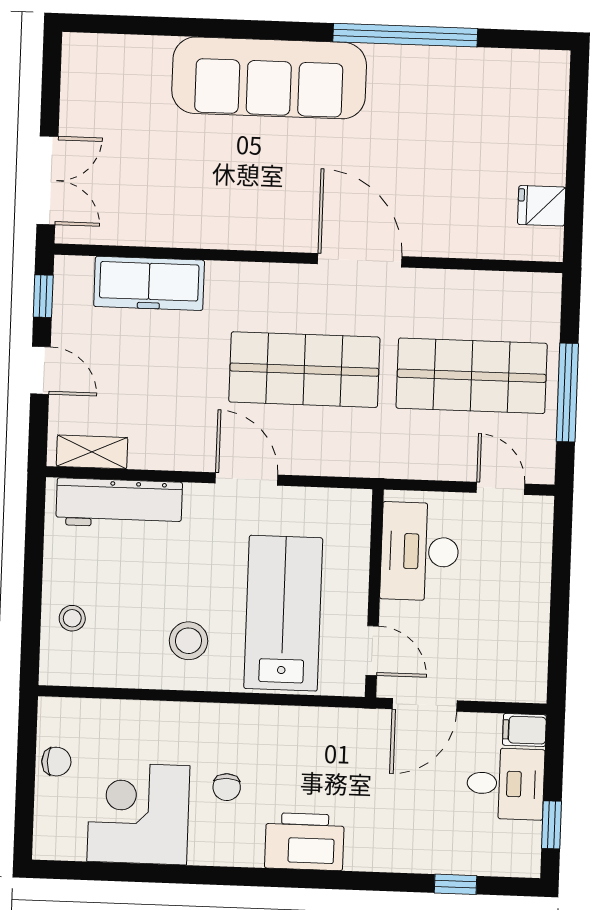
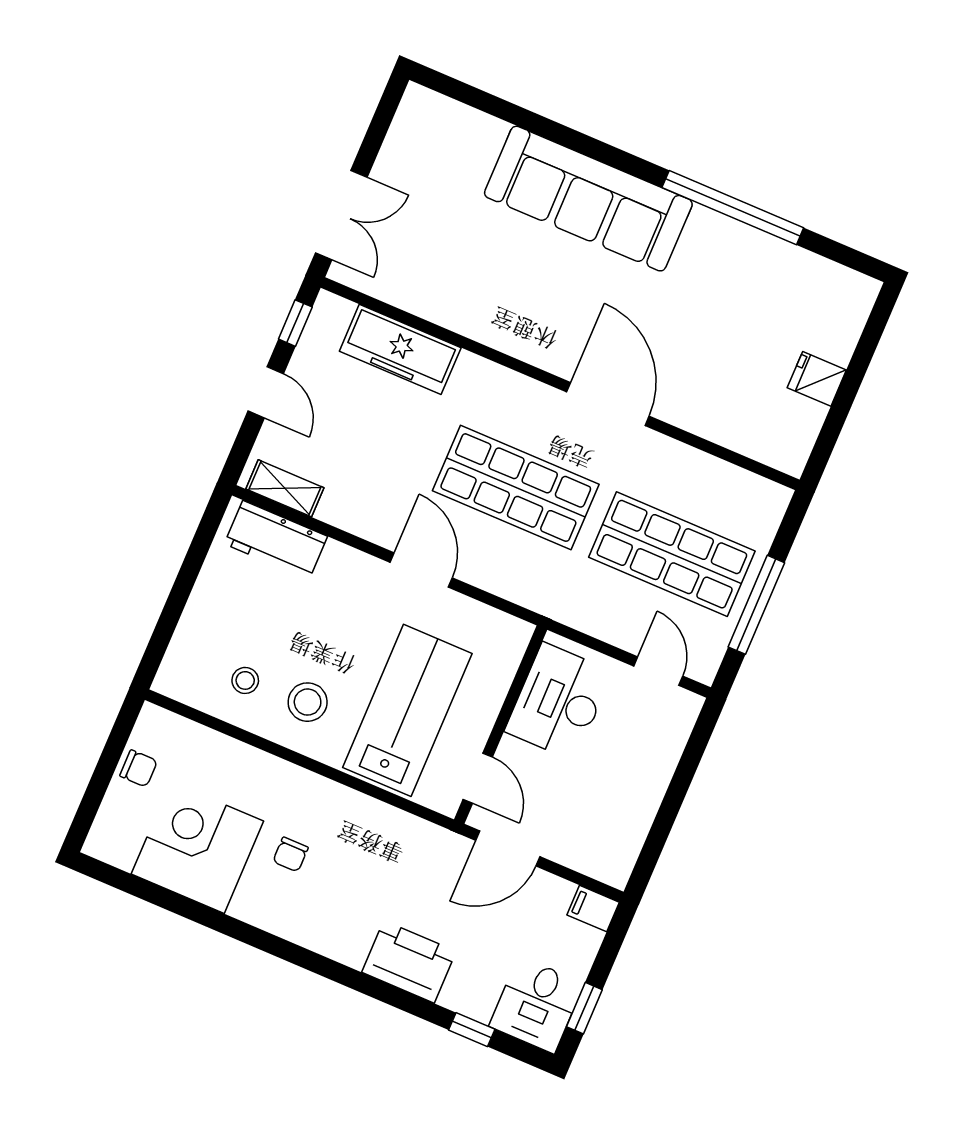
fridge: (542, 206) -> (817, 379), moved
workbench: (119, 503) -> (276, 540), width x0.73
stool: (72, 618) -> (245, 680), moved
desk: (506, 784) -> (536, 1005), moved, turned 90
printer: (304, 842) -> (409, 962), moved

